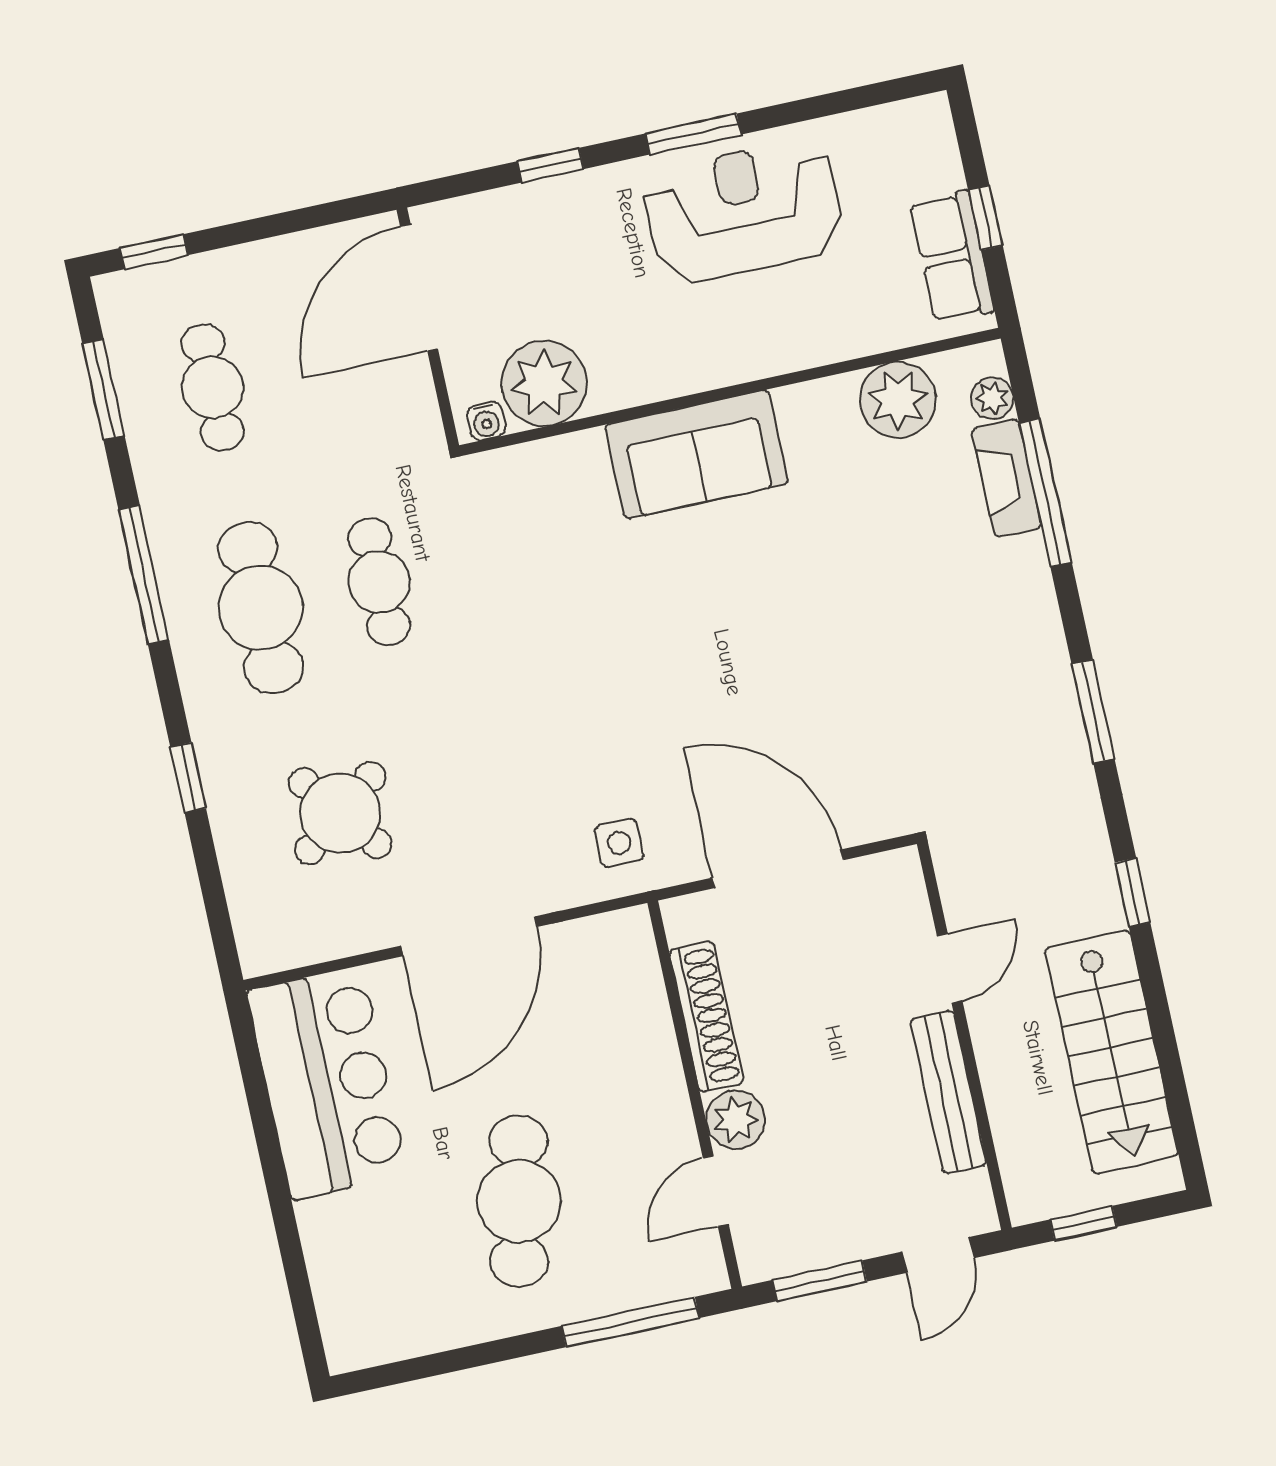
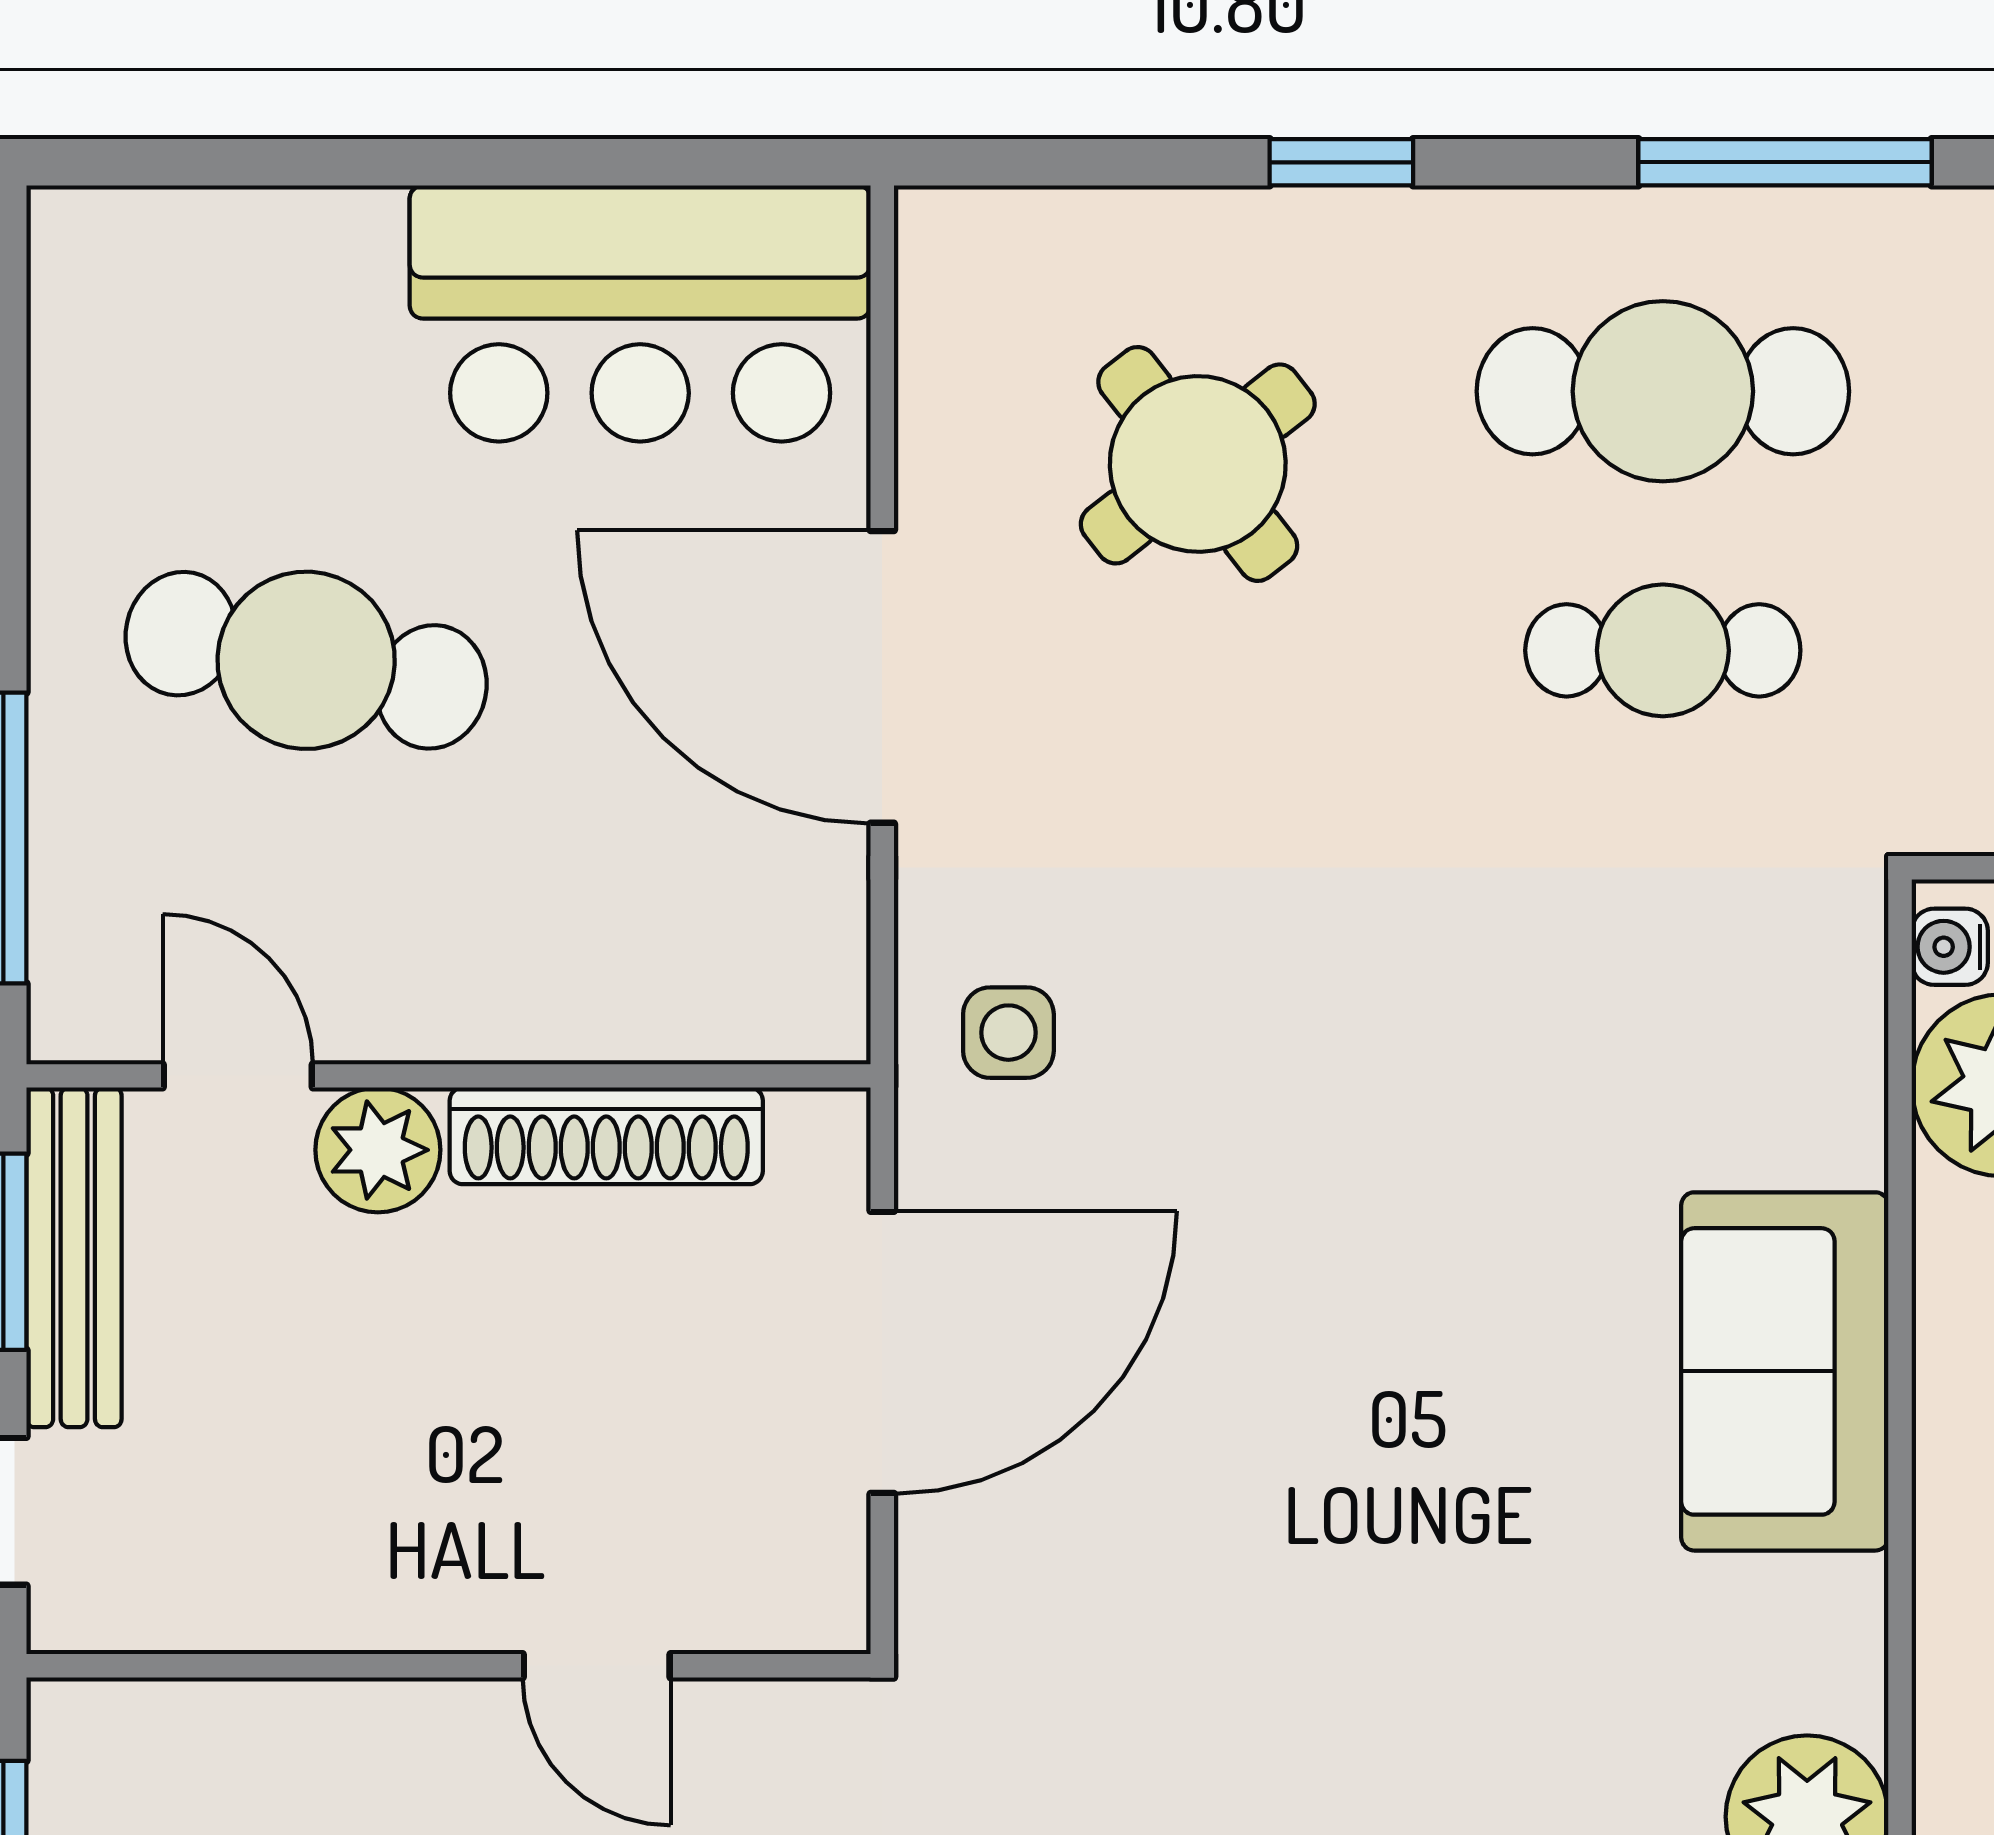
bench: (948, 1092) -> (74, 1257), moved, turned 90

